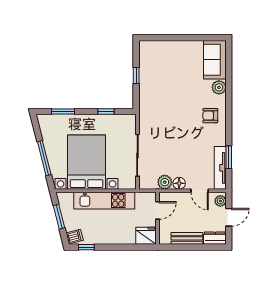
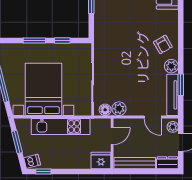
plant: (219, 87) -> (171, 66), moved
window: (63, 111) -> (34, 40), moved
armchair: (210, 116) -> (163, 44), turned -120
floor lamp: (179, 183) -> (105, 110), moved
bench: (187, 238) -> (135, 163), width x1.36

